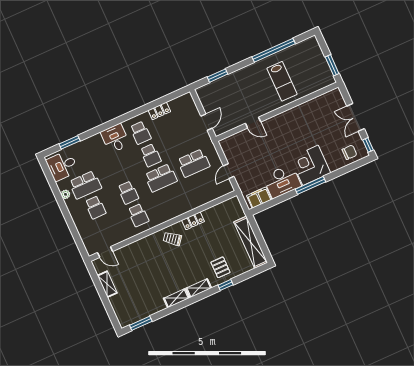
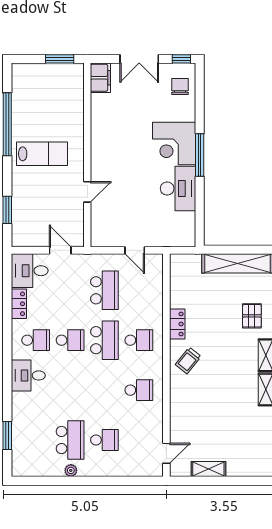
lab bench: (282, 81) -> (42, 154), moved
desk: (62, 166) -> (30, 271), moved, turned 90
school desk: (128, 193) -> (139, 340), moved
filing cabinet: (259, 198) -> (100, 78), moved, turned 180
pallet: (220, 267) -> (252, 316), turned 90

